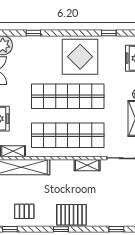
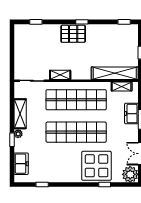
display table: (80, 57) -> (97, 166), moved
pallet: (24, 211) -> (112, 37), removed

